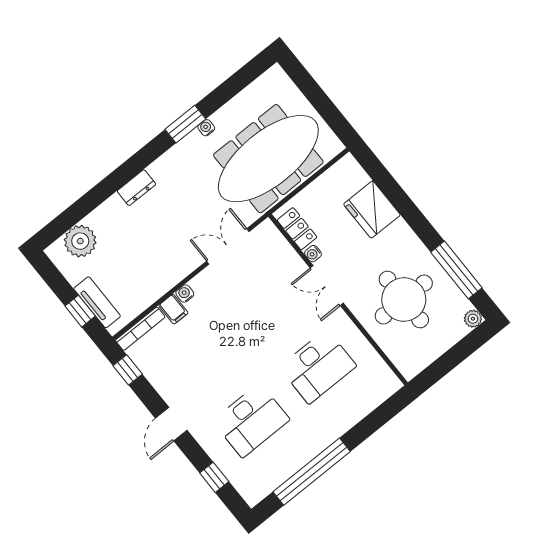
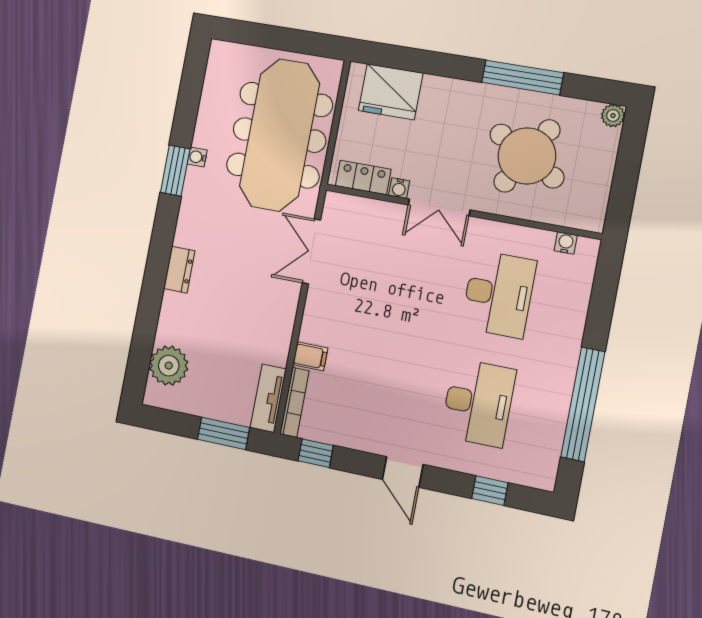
fridge: (372, 210) -> (391, 92), moved
window: (456, 270) -> (523, 78), moved
water cooler: (185, 294) -> (566, 243), moved, turned 90
round table: (404, 299) -> (527, 156), turned 30
tv unit: (97, 302) -> (268, 398), moved, turned -90
window: (80, 311) -> (223, 433), width x1.50

